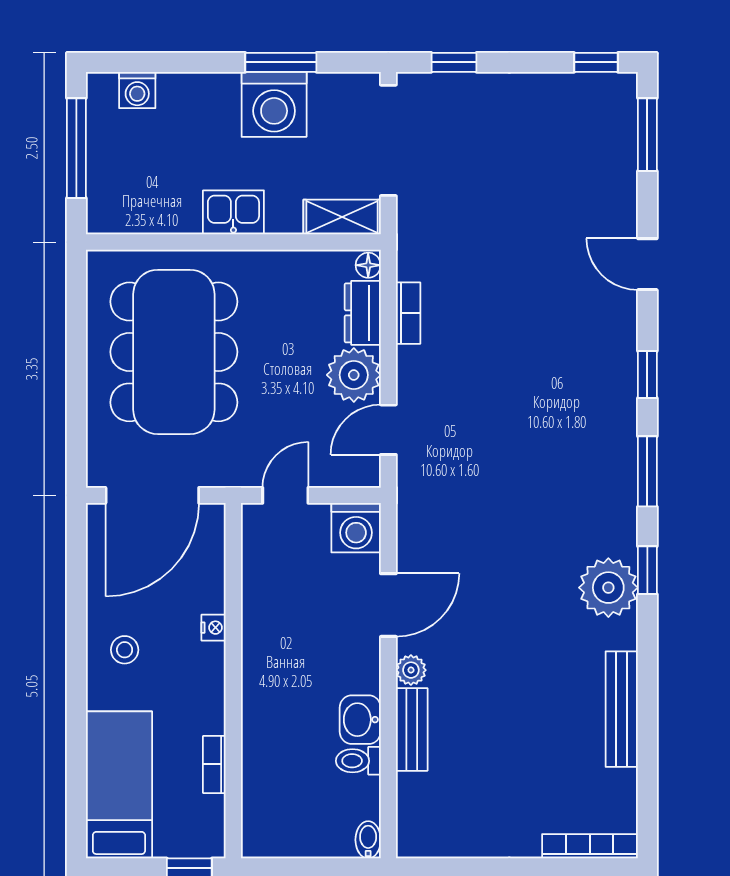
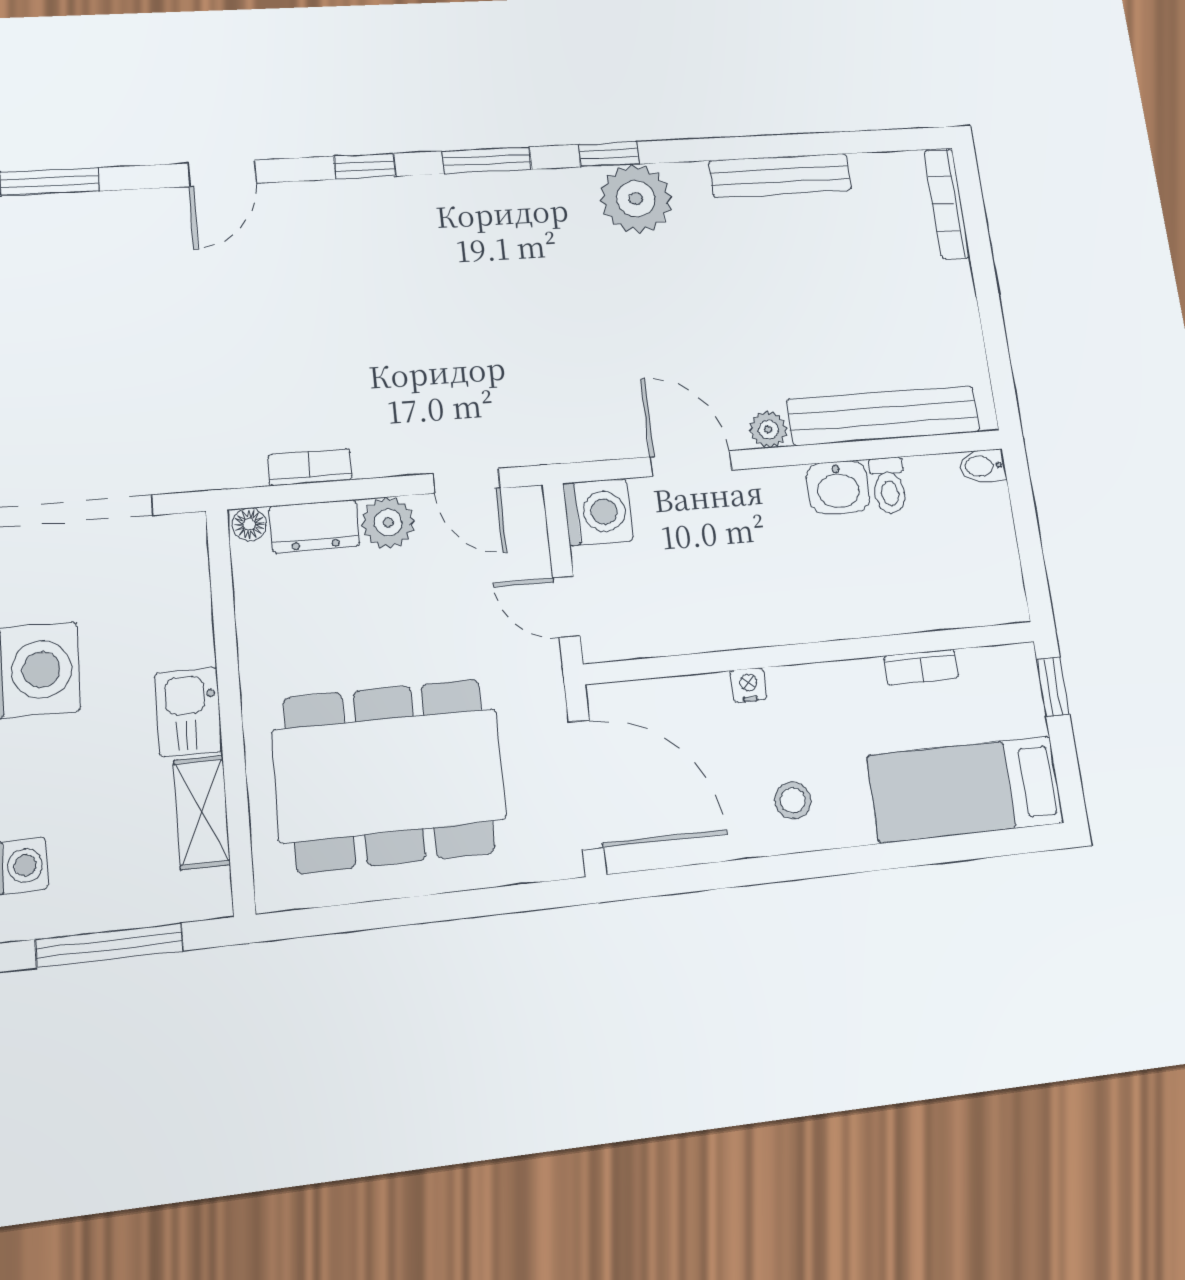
shelving: (342, 217) -> (202, 812), moved
plant: (354, 375) -> (388, 523), width x0.73, depth x0.73
bench: (412, 729) -> (884, 416), width x1.86, depth x1.21

